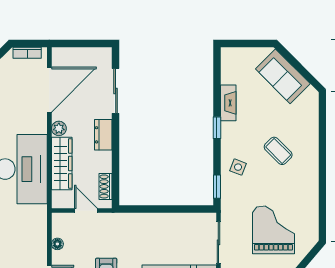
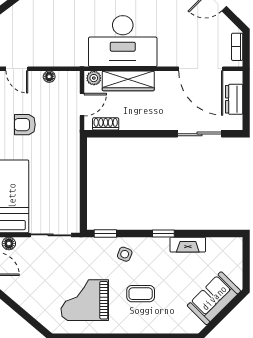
plant: (59, 128) -> (94, 78), moved
dresser: (103, 135) -> (234, 99), moved, turned -90
coffee table: (278, 151) -> (141, 294), turned 45
grand piano: (273, 230) -> (85, 300), moved, turned 180

